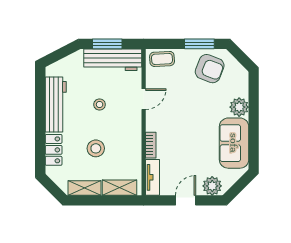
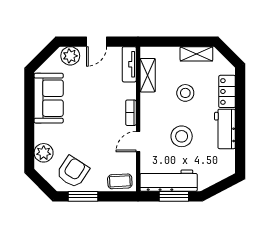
armchair: (210, 69) -> (73, 172), turned 102
workbench: (56, 104) -> (225, 129), width x0.73
stool: (100, 104) -> (182, 136), width x1.89, depth x1.89
plant: (239, 107) -> (44, 153), moved
bookcase: (151, 145) -> (131, 113), moved
shelving: (119, 188) -> (148, 75), moved, turned 90

